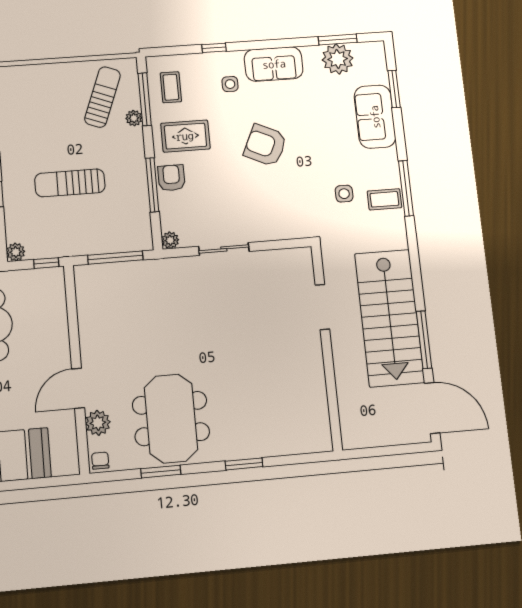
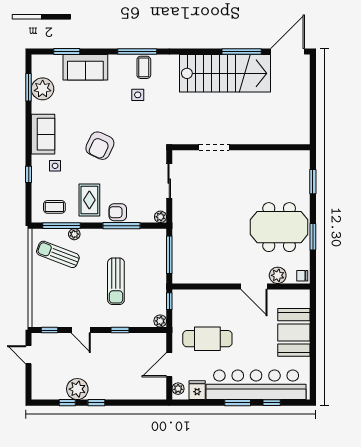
doorway: (322, 307) -> (214, 147), moved
wall: (327, 347) -> (241, 147), moved

